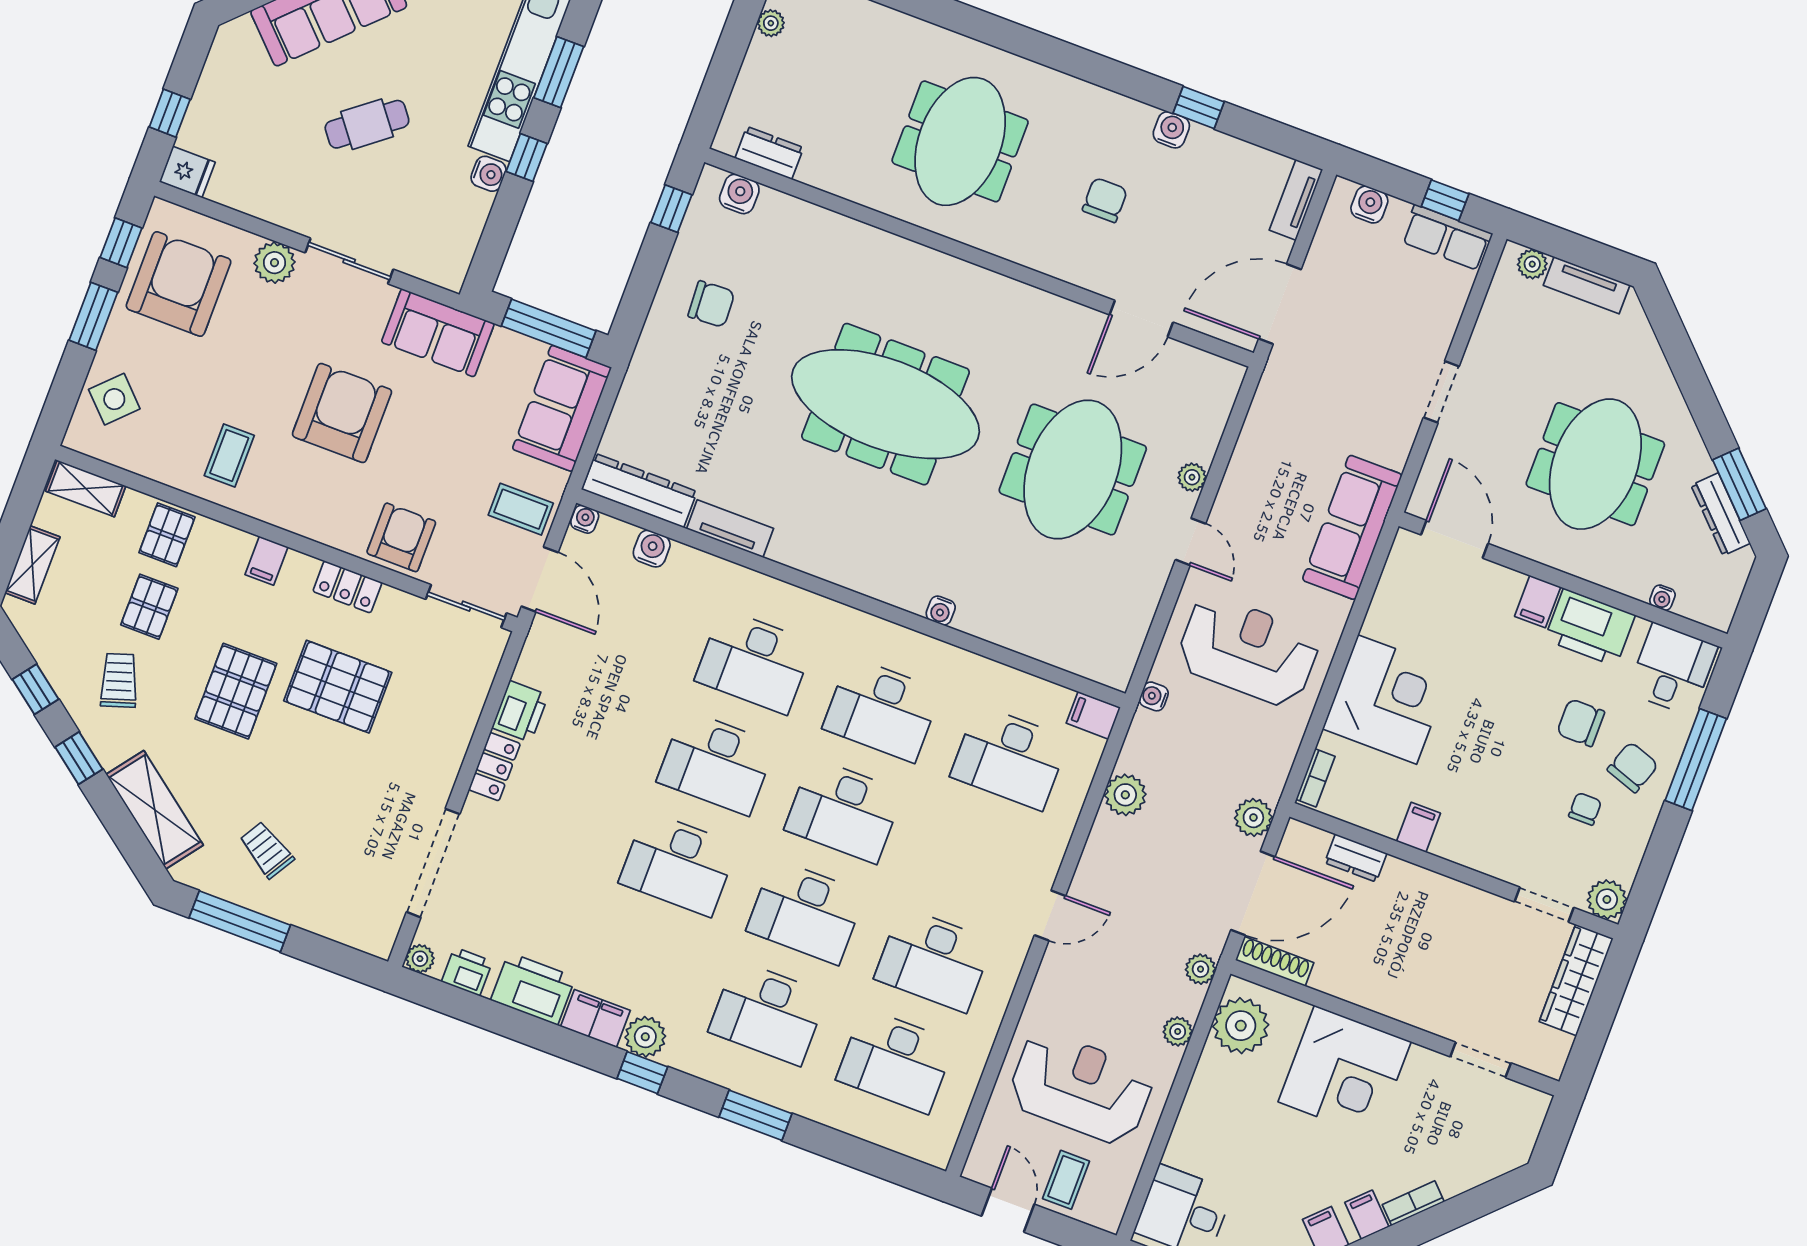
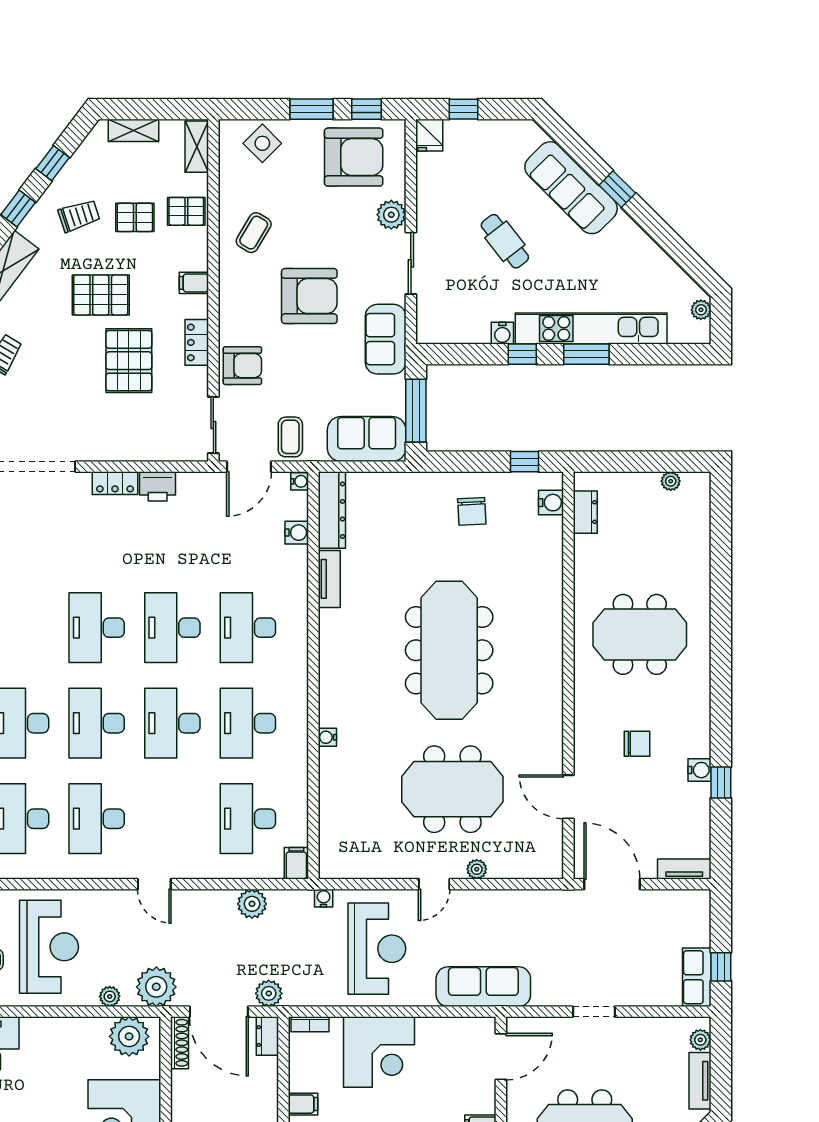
water cooler: (1369, 205) -> (699, 918), removed
coffee table: (229, 455) -> (254, 233), turned -59
dresser: (1356, 858) -> (267, 1036), moved
plant: (1201, 969) -> (156, 987), width x1.87, depth x1.87

